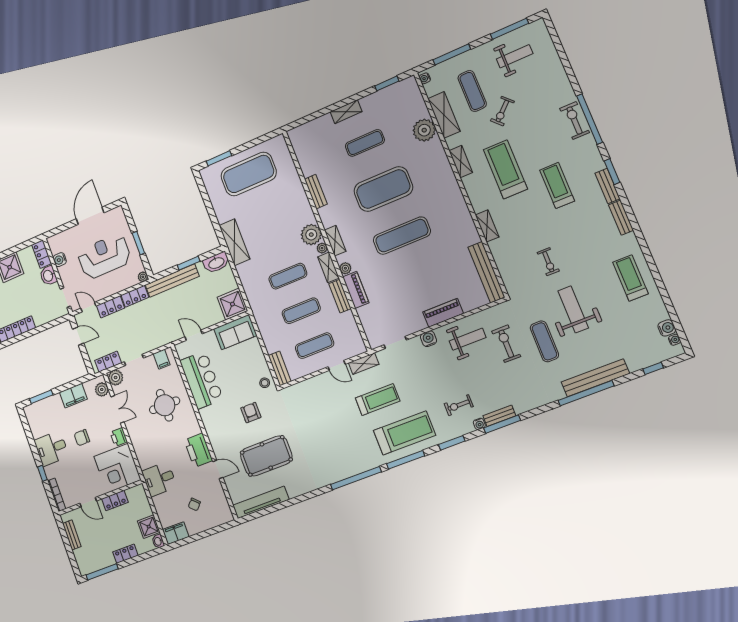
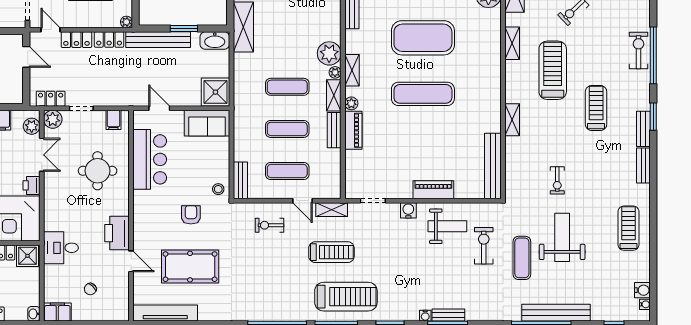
exercise bike: (459, 405) -> (270, 225), moved
shower: (149, 527) -> (27, 256), moved

